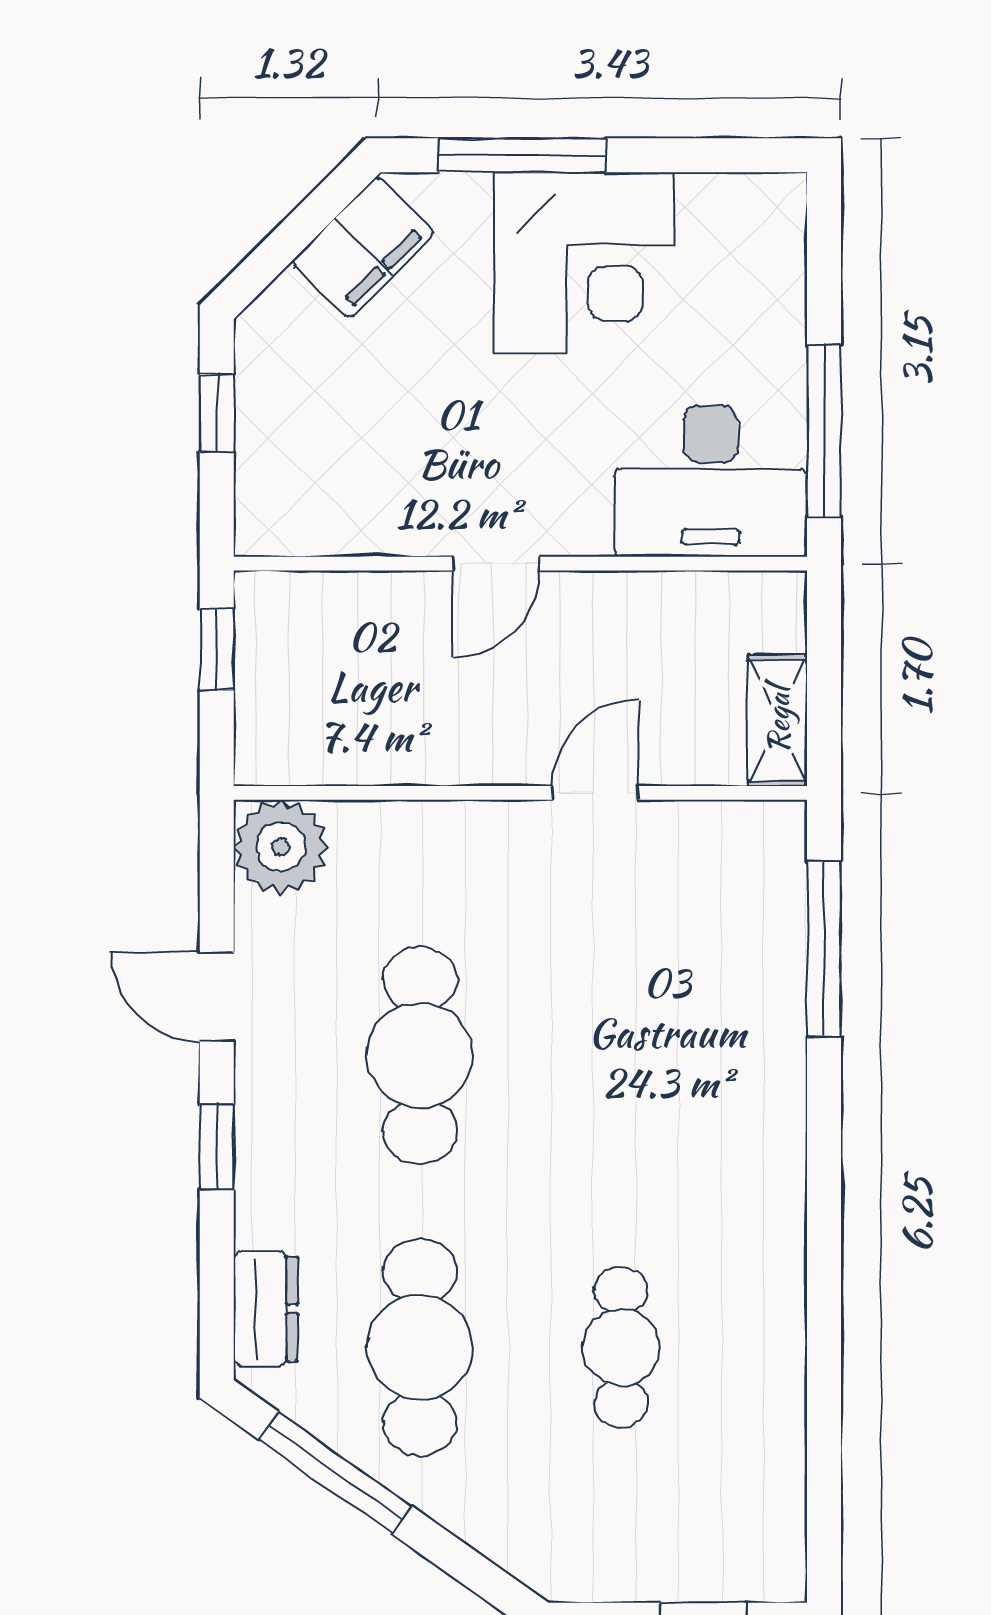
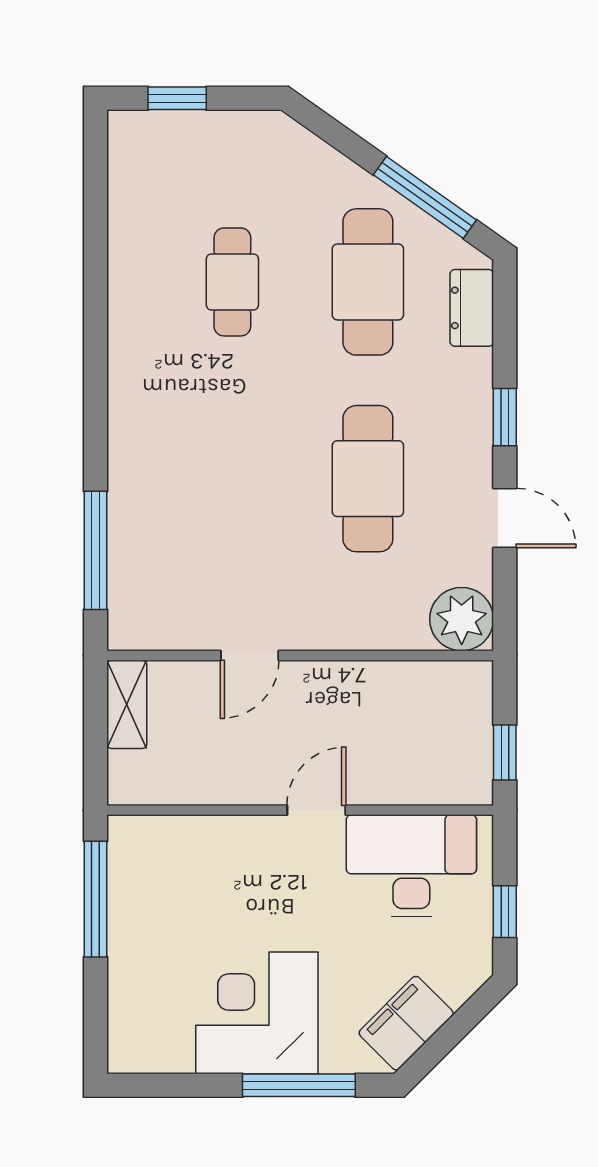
desk: (711, 481) -> (411, 866), moved

